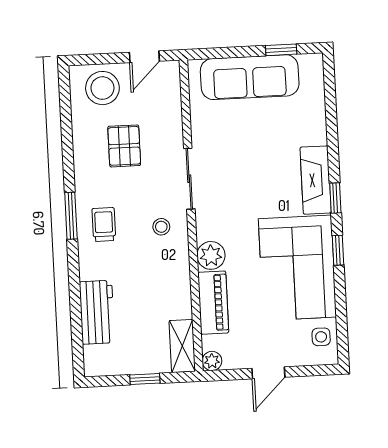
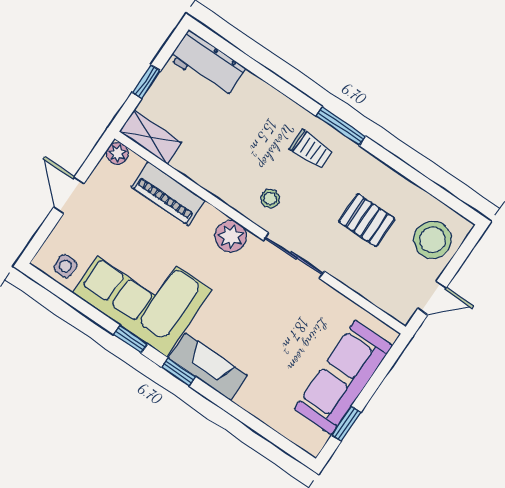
door: (144, 57) -> (432, 298), swing flipped
plant: (211, 255) -> (231, 236), moved
workbench: (97, 312) -> (208, 64), moved

